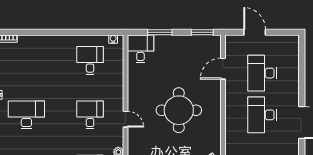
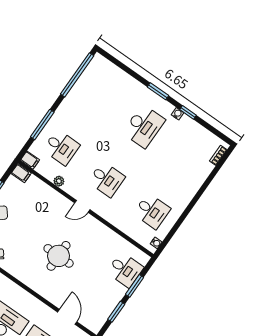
window: (202, 32) -> (116, 312), moved
desk: (140, 49) -> (125, 270), moved
round table: (179, 110) -> (59, 256), width x0.73, depth x0.73

